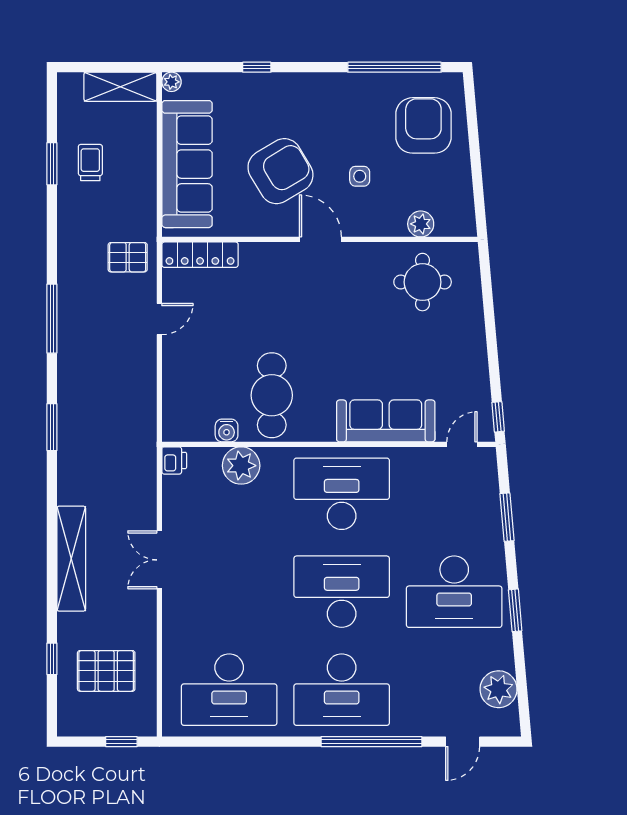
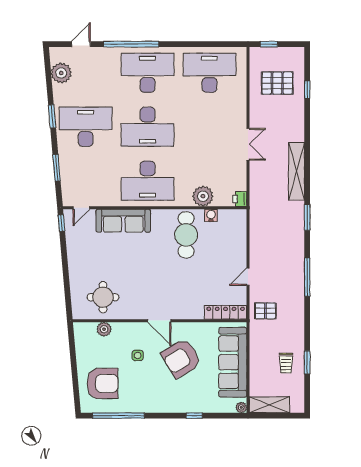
armchair: (423, 125) -> (102, 383), turned -90
shelving: (71, 559) -> (297, 171), moved

